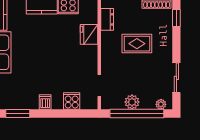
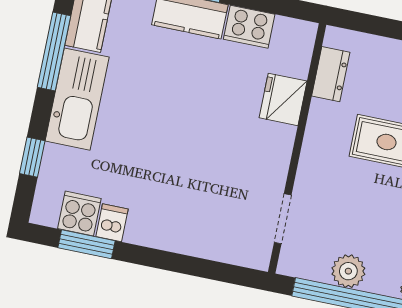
cooker: (72, 101) -> (79, 214), moved
dishwasher: (45, 102) -> (112, 223), moved

